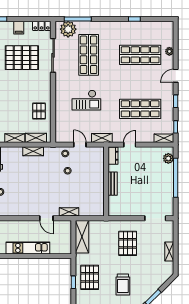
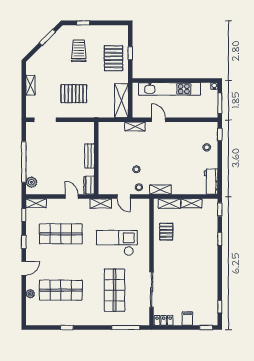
plant: (68, 29) -> (136, 317), removed
pallet: (22, 58) -> (184, 287), removed
checkout: (86, 100) -> (117, 243), width x1.36, depth x1.21
door: (130, 145) -> (72, 197), swing flipped
shelving: (33, 151) -> (160, 190), moved
pallet: (128, 243) -> (74, 94), turned 90
kitchen unit: (28, 248) -> (170, 89), width x1.36

